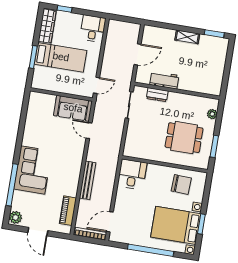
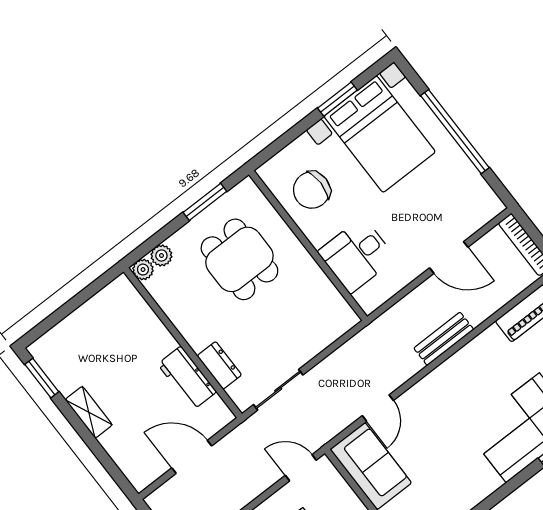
plant: (214, 103) -> (143, 270), added
desk: (132, 174) -> (357, 255), moved
bench: (88, 180) -> (444, 339), width x0.73
chair: (181, 184) -> (312, 190), turned -92
door: (110, 222) -> (449, 257), moved

